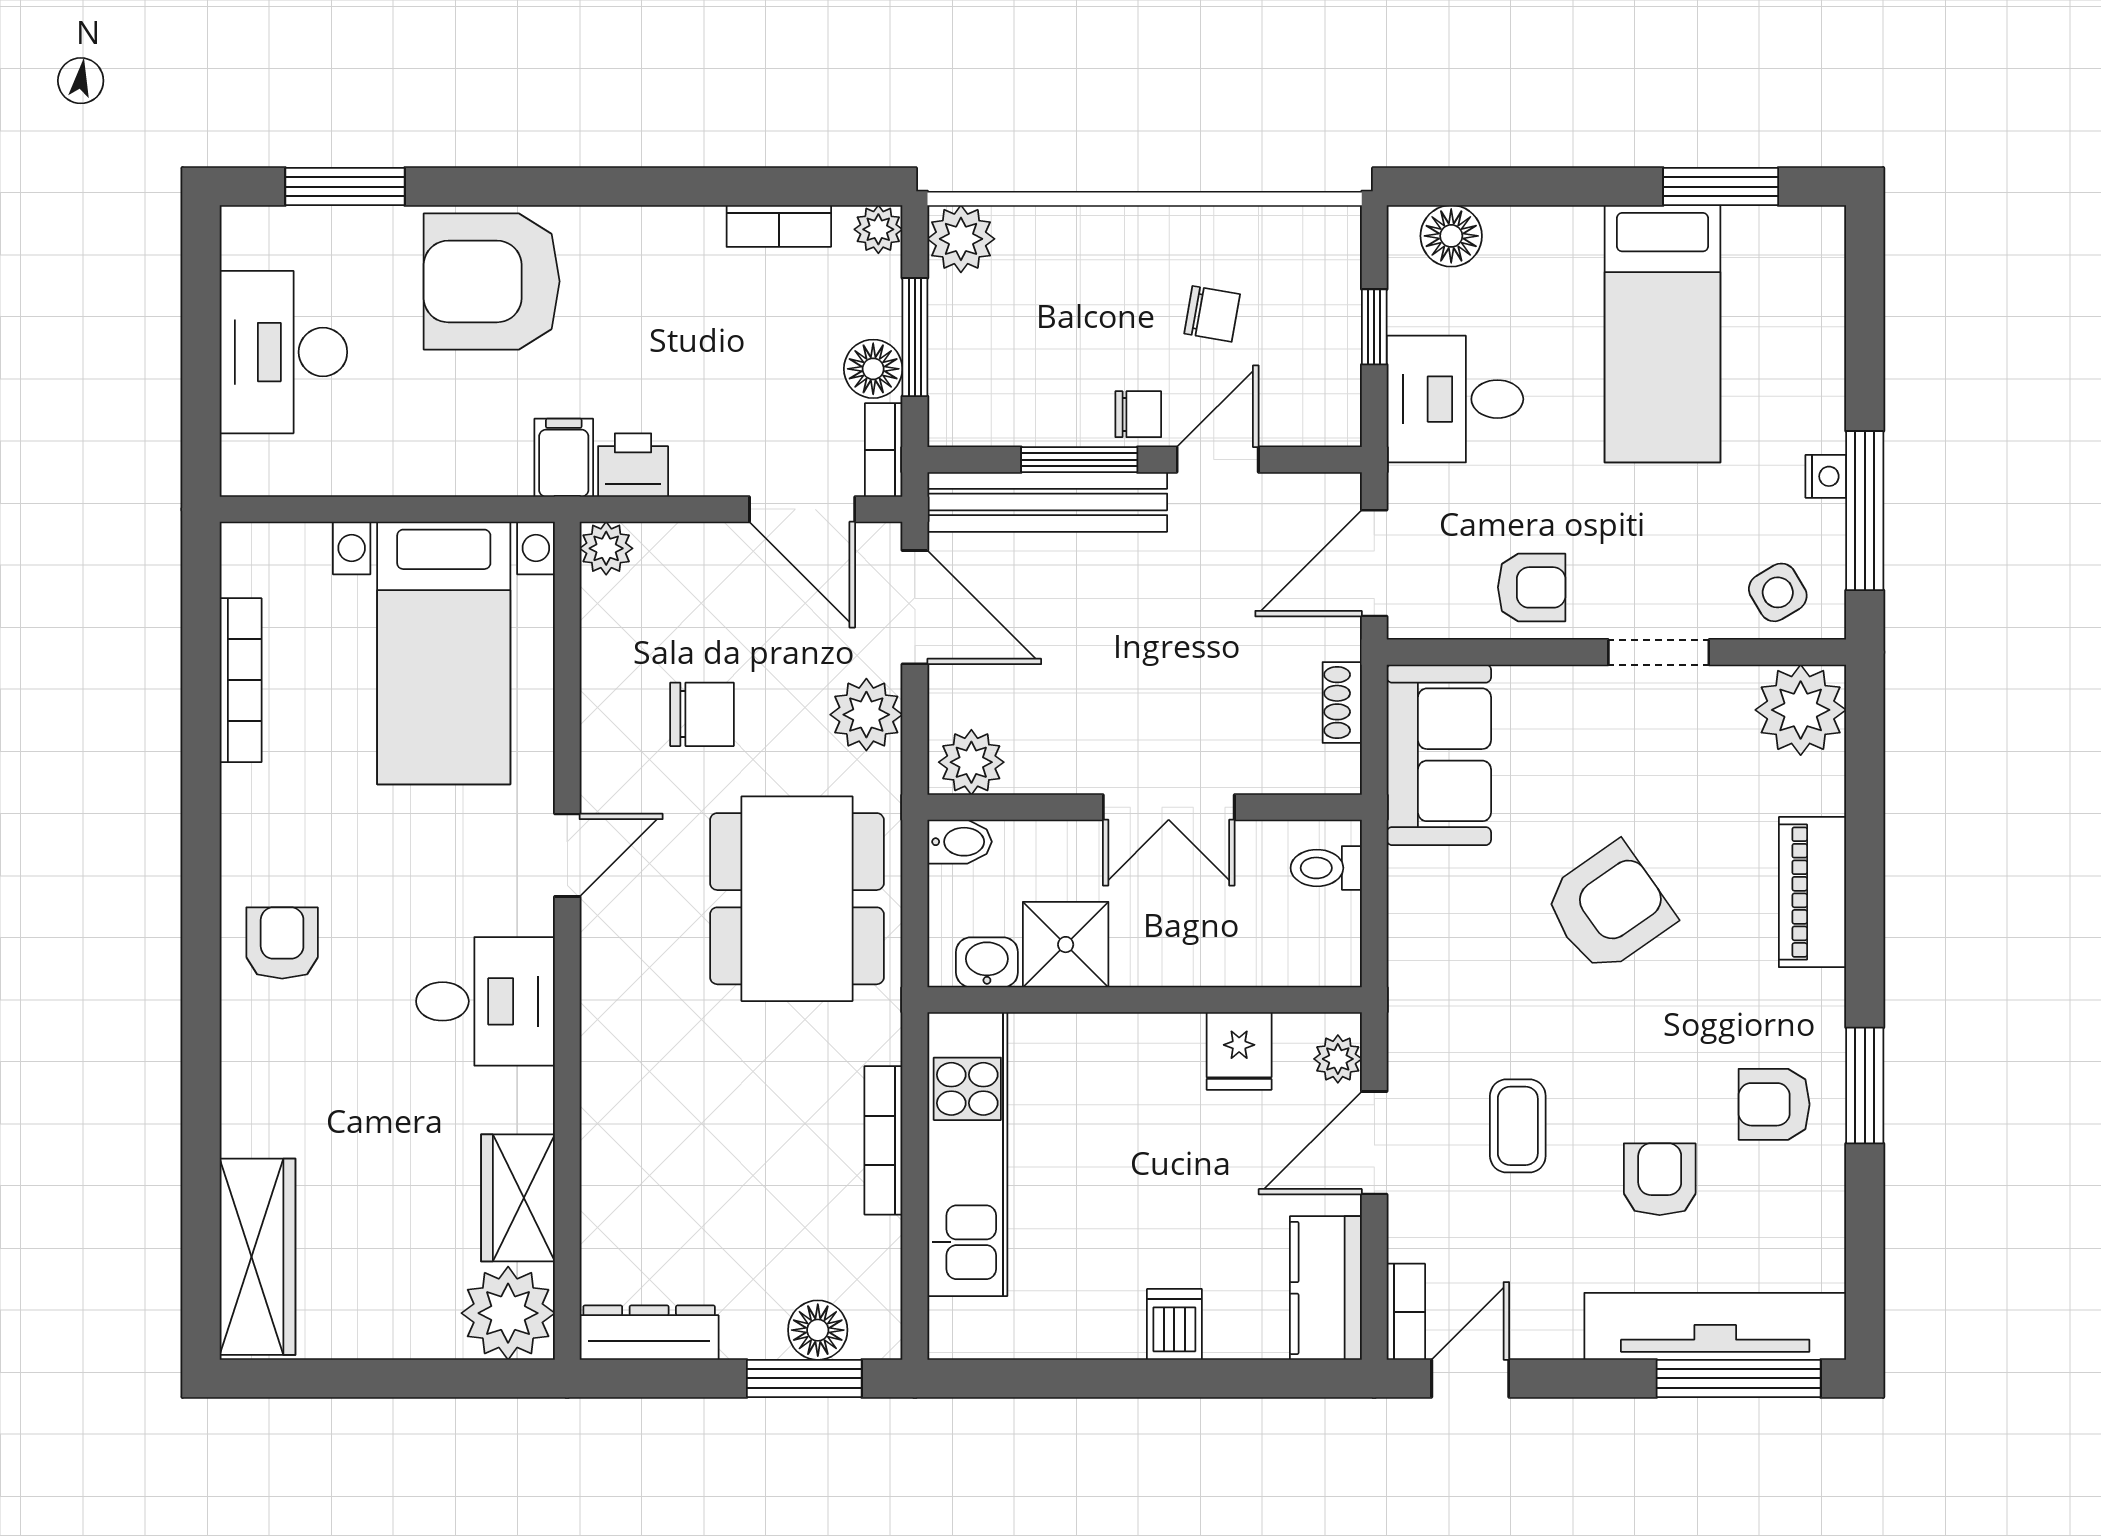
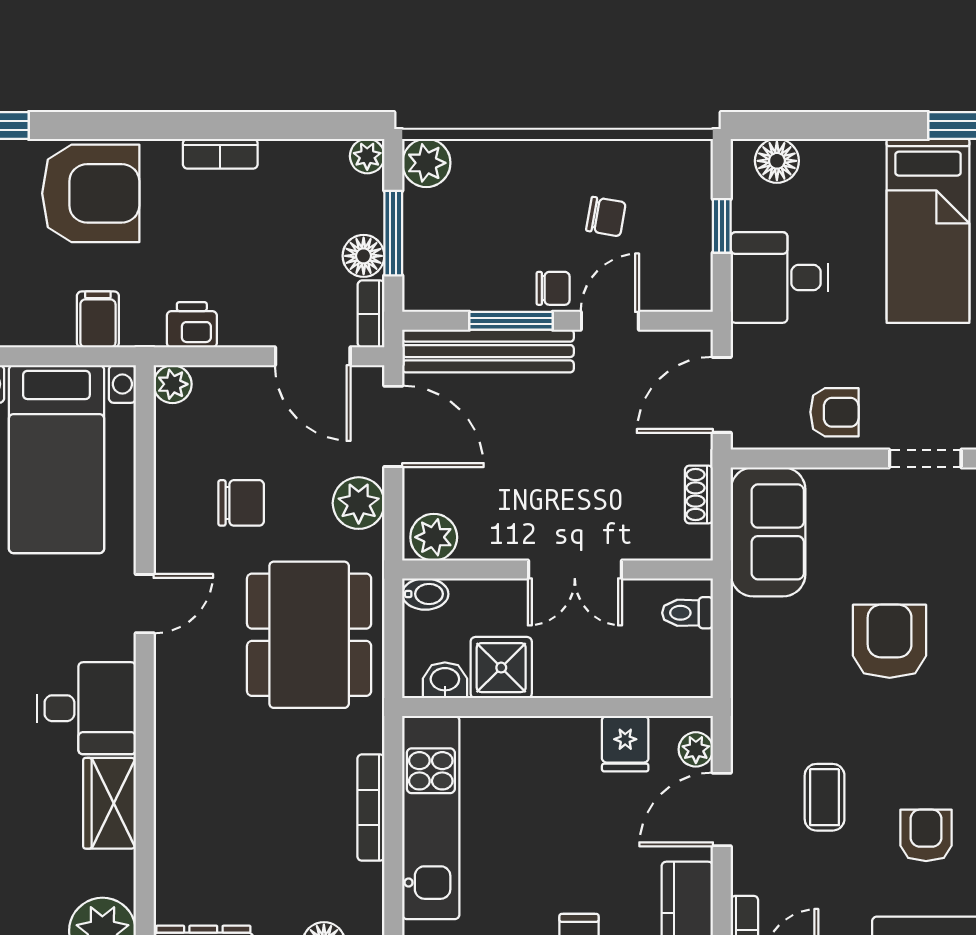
bookcase: (779, 226) -> (220, 154), moved
armchair: (492, 281) -> (91, 193), turned 180
filing cabinet: (564, 458) -> (98, 319), moved
armchair: (1609, 908) -> (890, 641), turned -55
wardrobe: (518, 1198) -> (110, 803), moved

